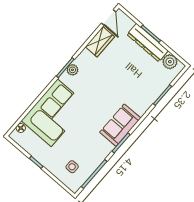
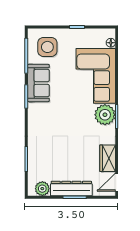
door: (109, 17) -> (117, 182), hinge flipped
plant: (72, 70) -> (105, 115), width x1.87, depth x1.87
sofa: (120, 125) -> (38, 83), moved
side table: (72, 167) -> (47, 47), width x1.87, depth x1.87

